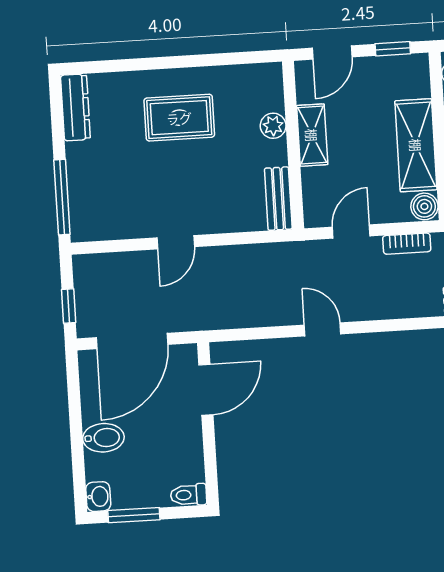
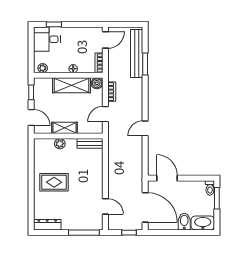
rug: (179, 118) -> (54, 182), turned 90
door: (351, 232) -> (105, 114), hinge flipped
door: (176, 242) -> (105, 206), moved
washbasin: (98, 497) -> (203, 223), width x1.91, depth x1.45
window: (134, 515) -> (217, 198), moved

